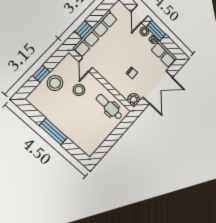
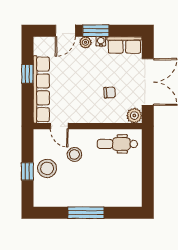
door: (140, 14) -> (65, 31), hinge flipped
window: (83, 29) -> (27, 74), moved

